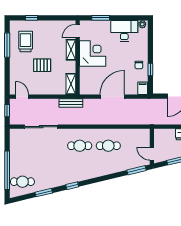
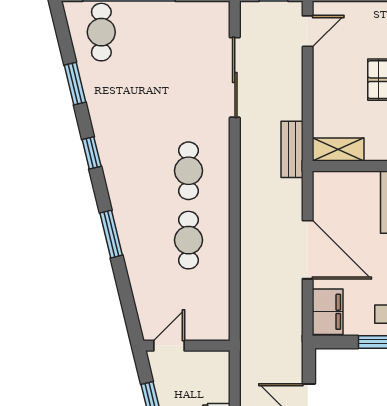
filing cabinet: (143, 88) -> (328, 312), width x2.00
window: (136, 170) -> (111, 234), moved

